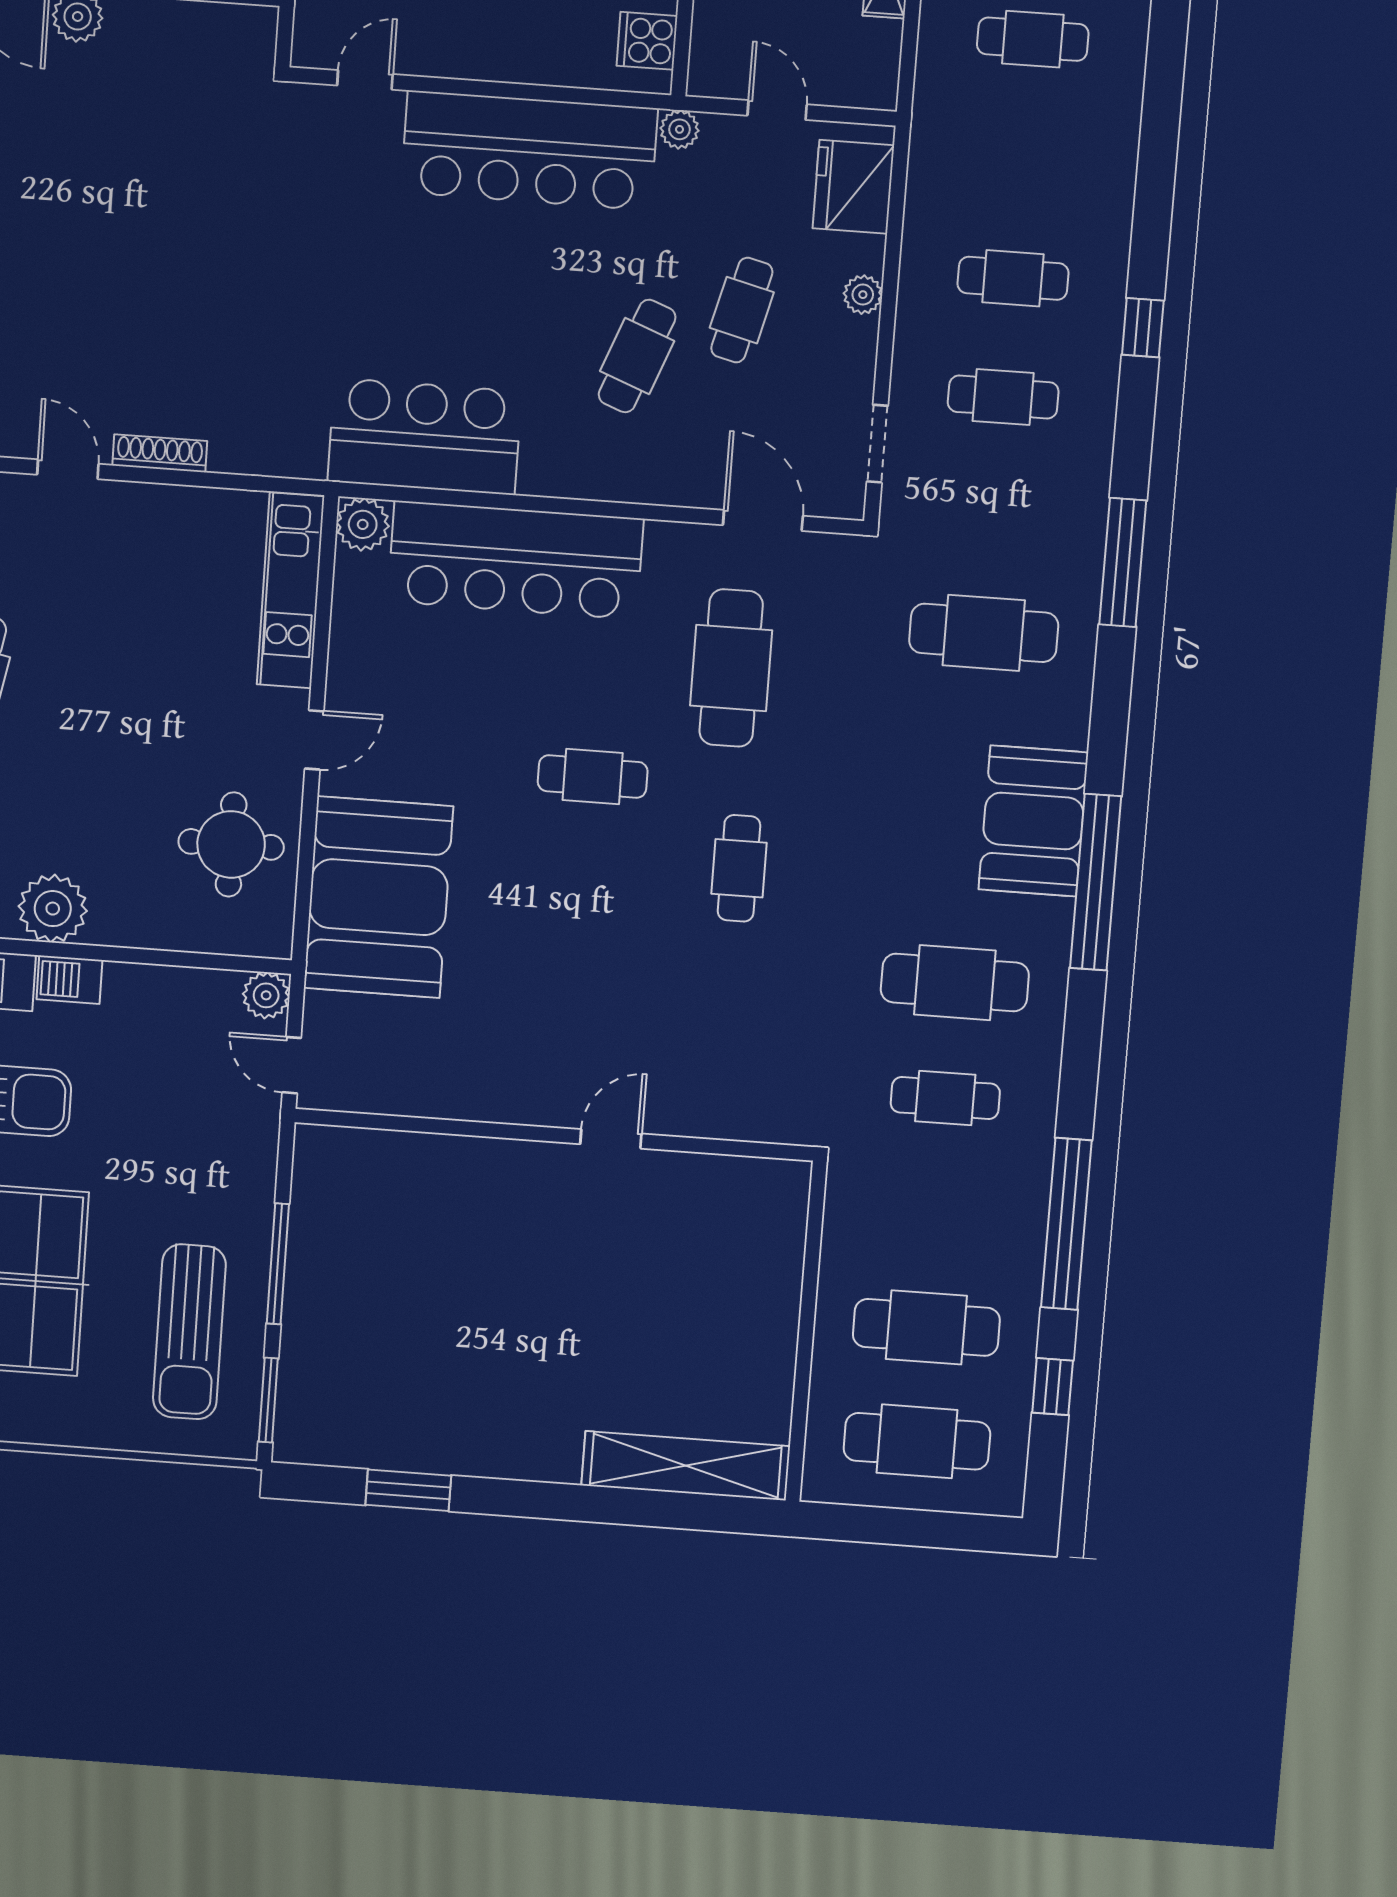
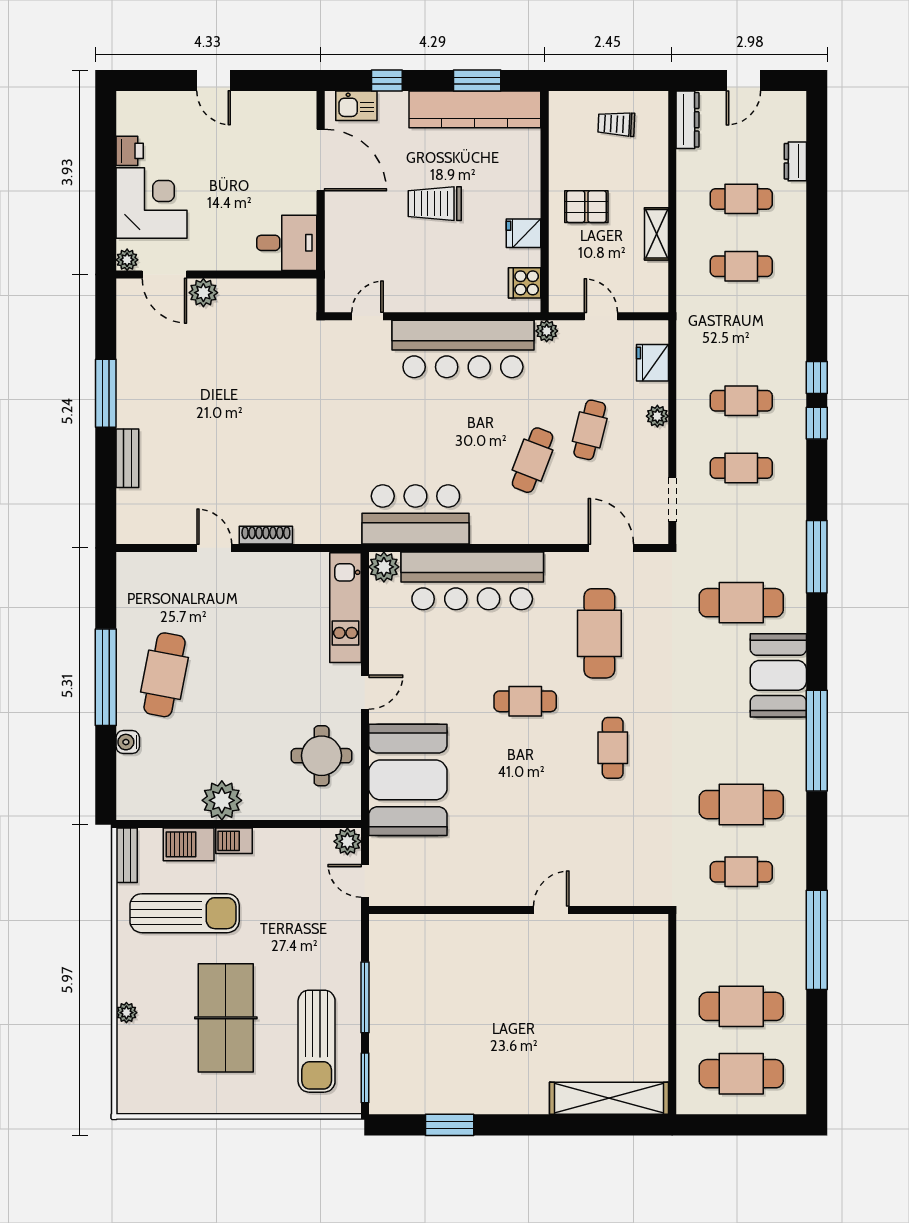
fridge: (853, 187) -> (653, 363), width x0.73, depth x0.75
booth: (1033, 821) -> (778, 675), moved
window: (1053, 1387) -> (817, 378), moved

